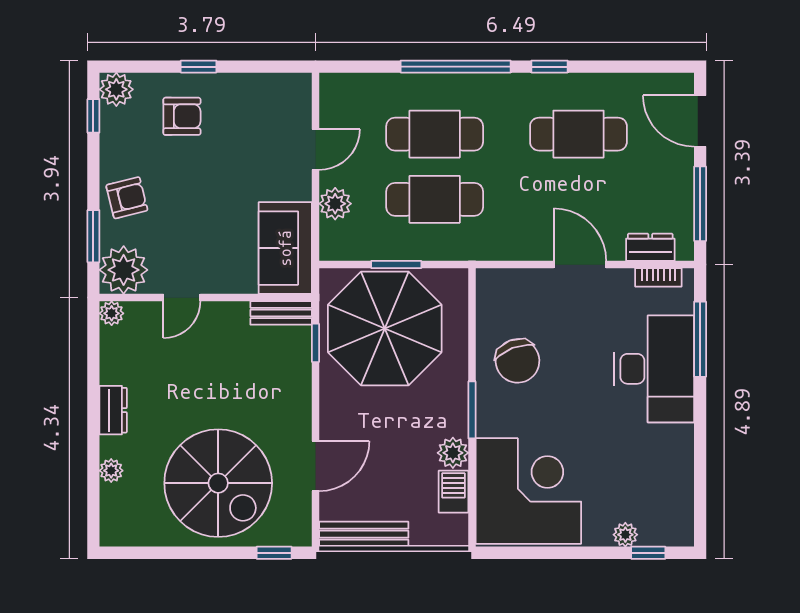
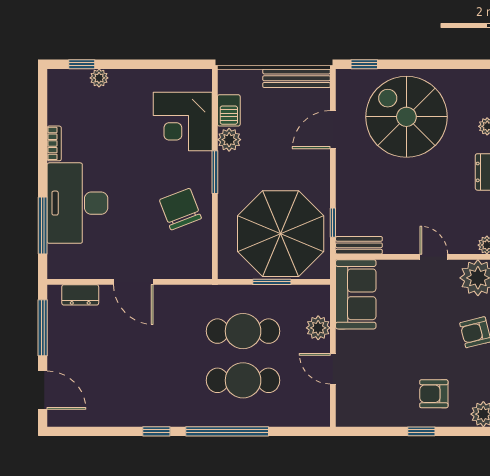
cafe table: (578, 134) -> (134, 380), removed
door: (315, 150) -> (333, 369), hinge flipped
bookcase: (658, 277) -> (54, 143), moved, turned 90
door: (182, 298) -> (434, 257), hinge flipped
corner desk: (528, 491) -> (183, 121), width x0.74, depth x0.74

